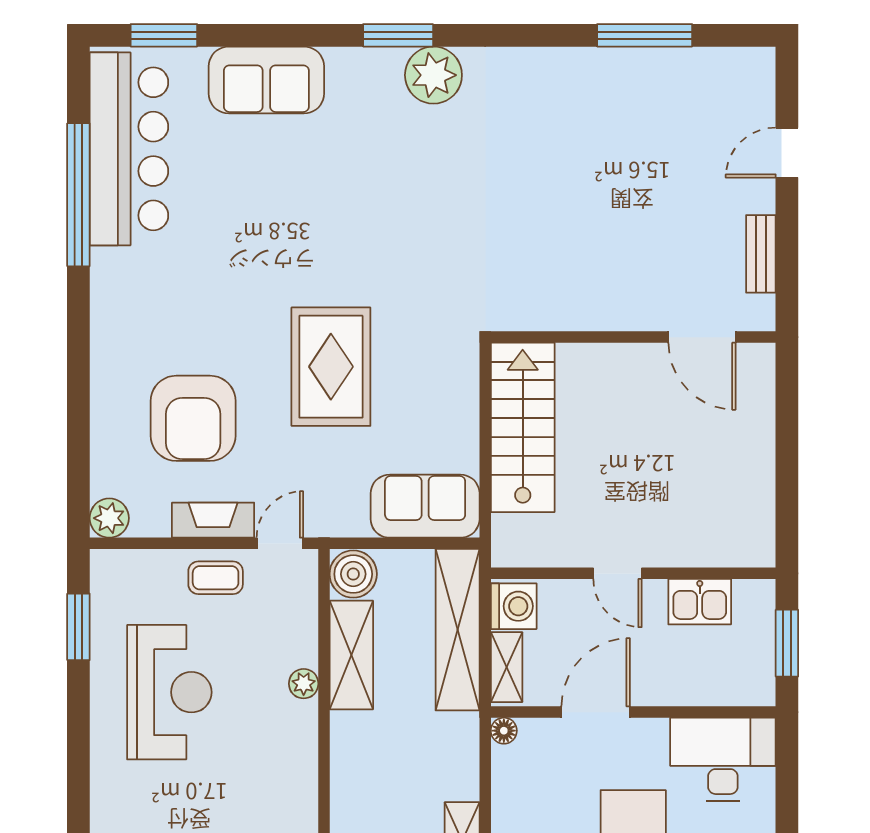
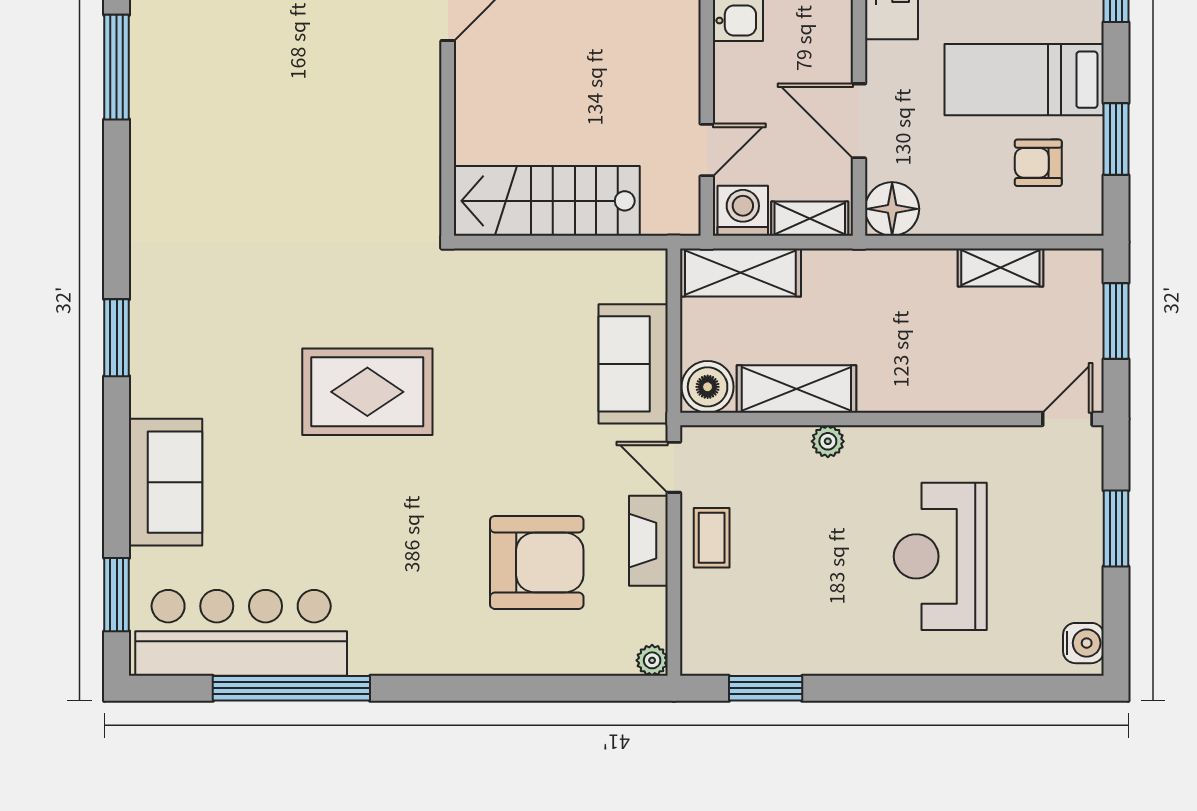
plant: (433, 75) -> (160, 299), removed
rug: (331, 367) -> (367, 392), moved
sofa: (425, 506) -> (633, 364), moved
plant: (109, 518) -> (652, 660), width x0.73, depth x0.73
door: (618, 573) -> (707, 150), moved
shelving: (458, 630) -> (740, 272), width x0.68
reception desk: (169, 692) -> (940, 556), moved, turned -90
floor lamp: (504, 731) -> (892, 209), width x1.89, depth x1.89

